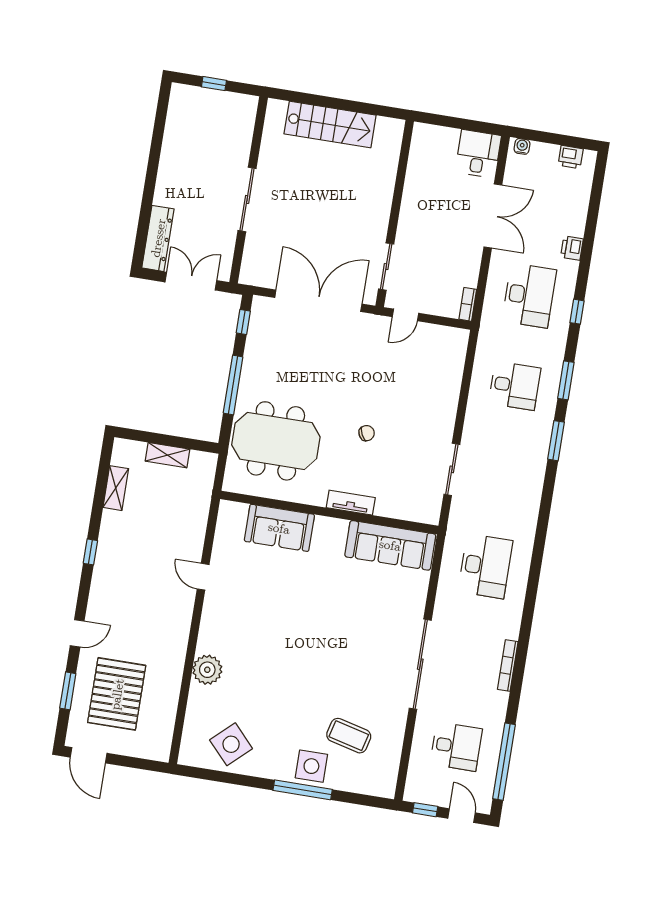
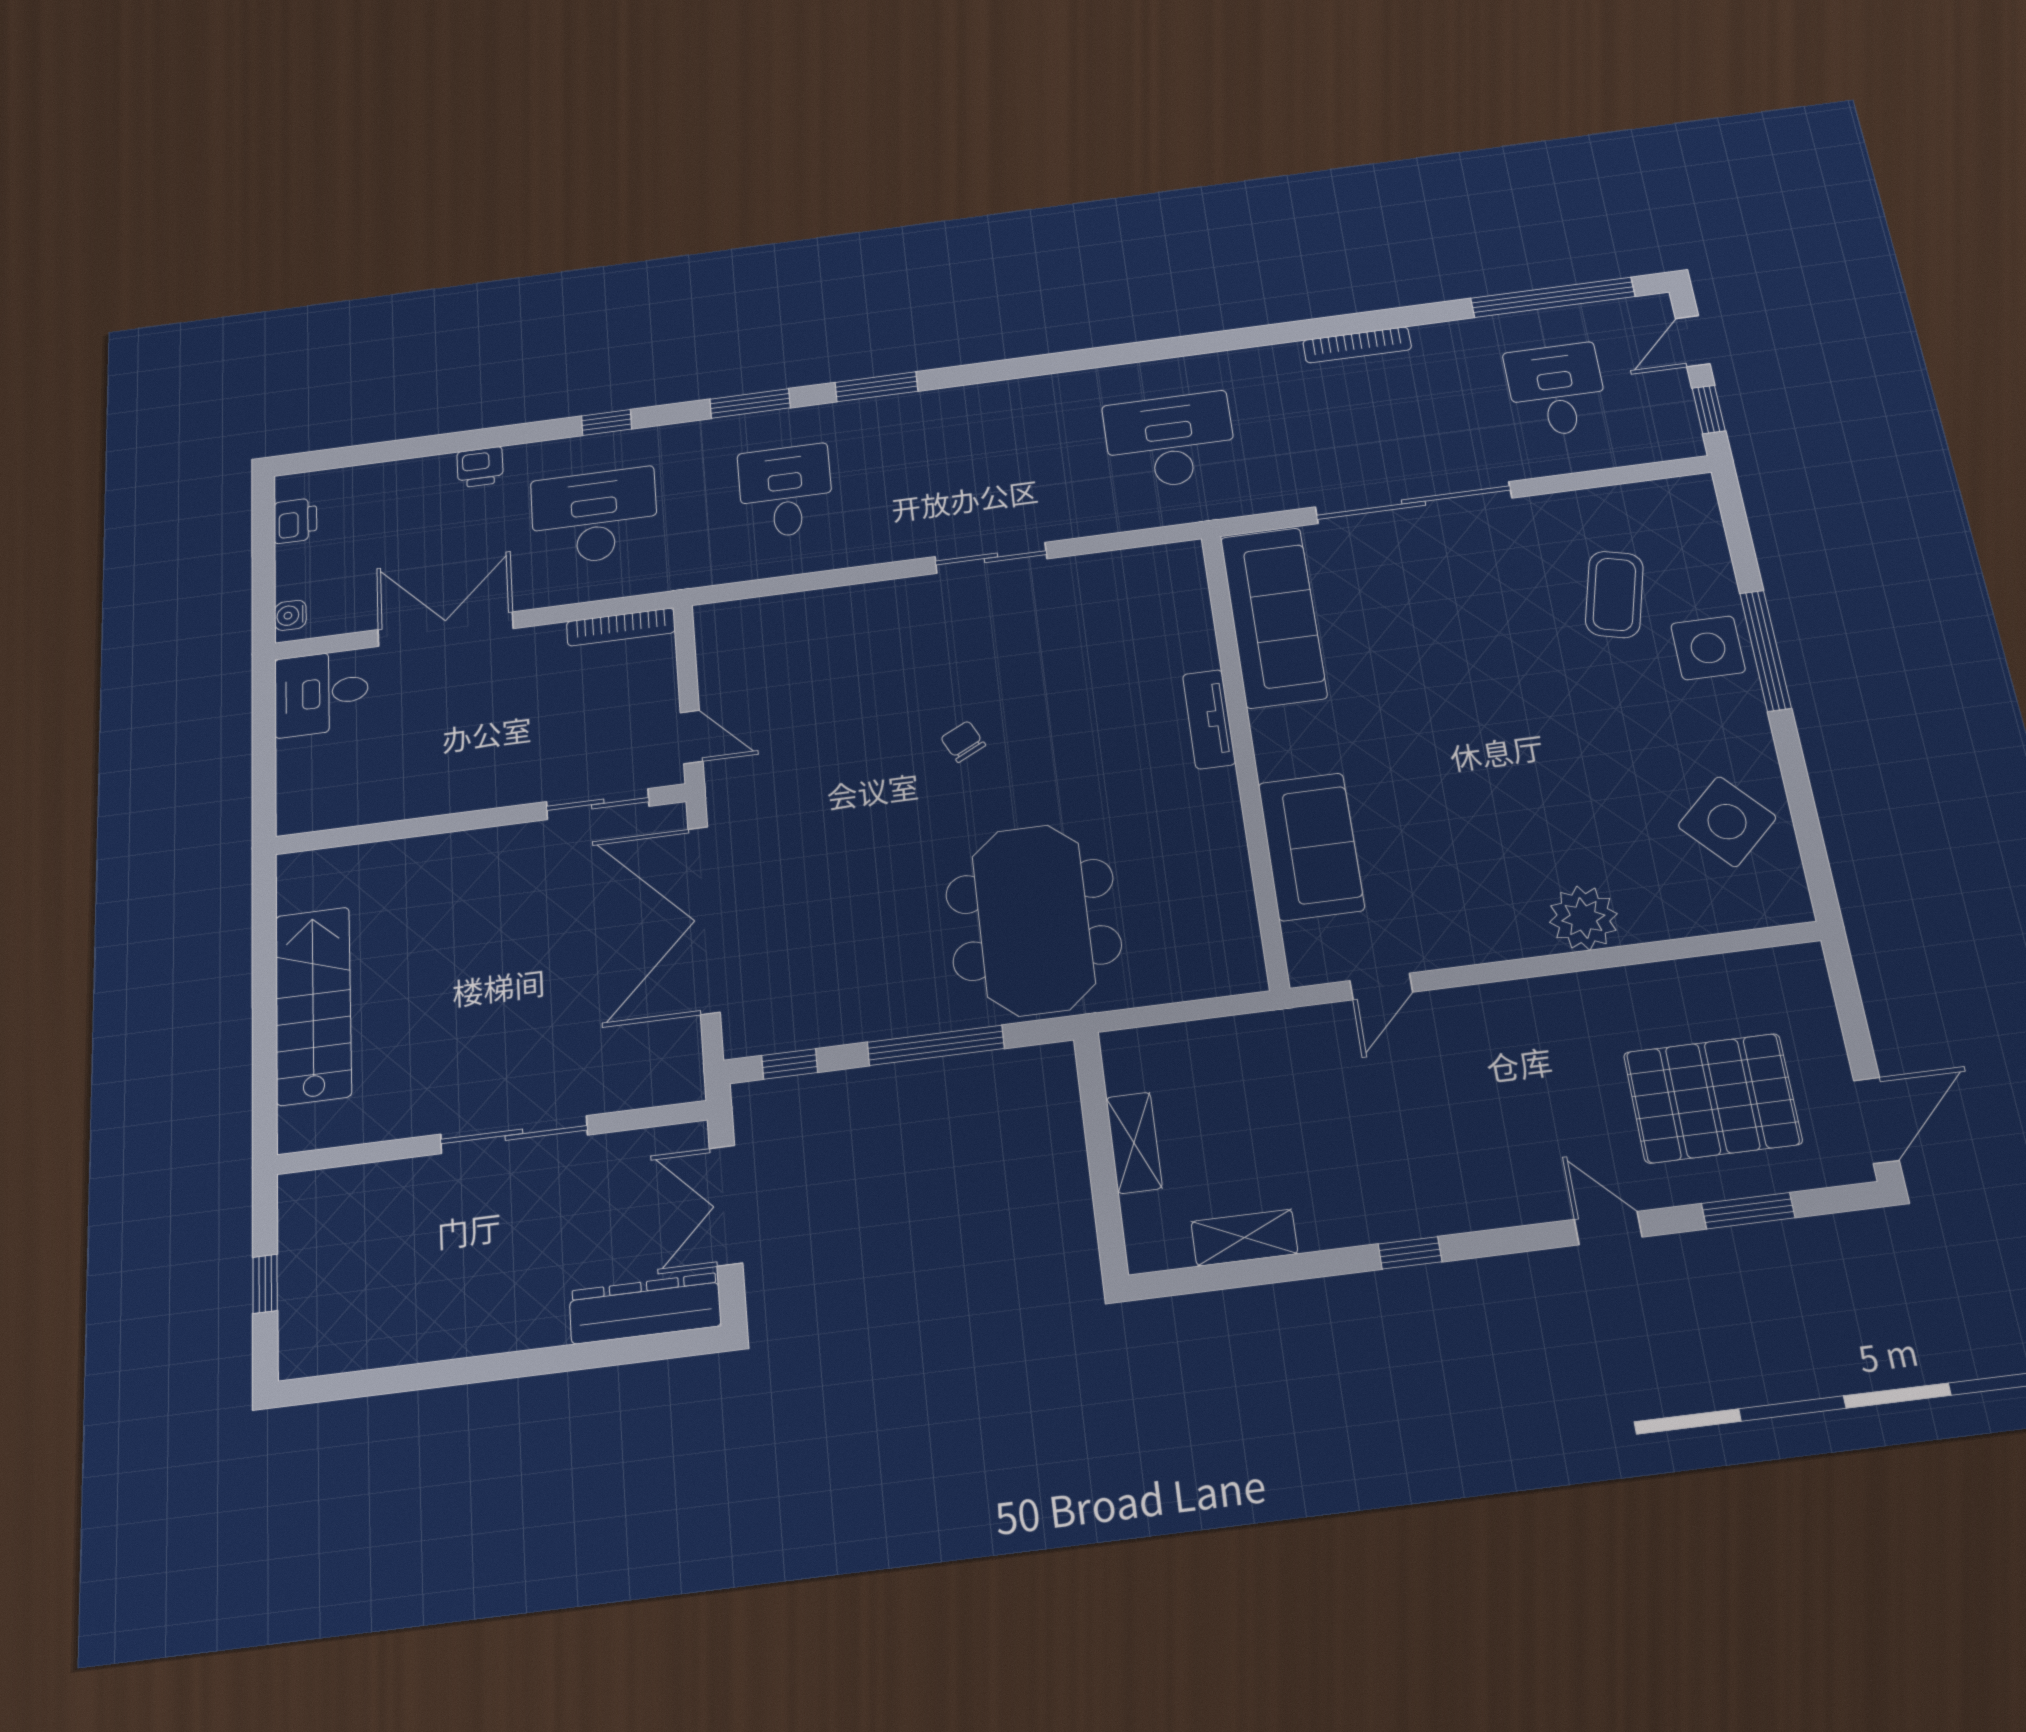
bookcase: (468, 304) -> (621, 627), width x1.56
tv unit: (351, 503) -> (1209, 719), moved
wall: (329, 512) -> (1244, 756), moved
sofa: (279, 528) -> (1311, 846), moved
sofa: (390, 545) -> (1273, 617), moved

